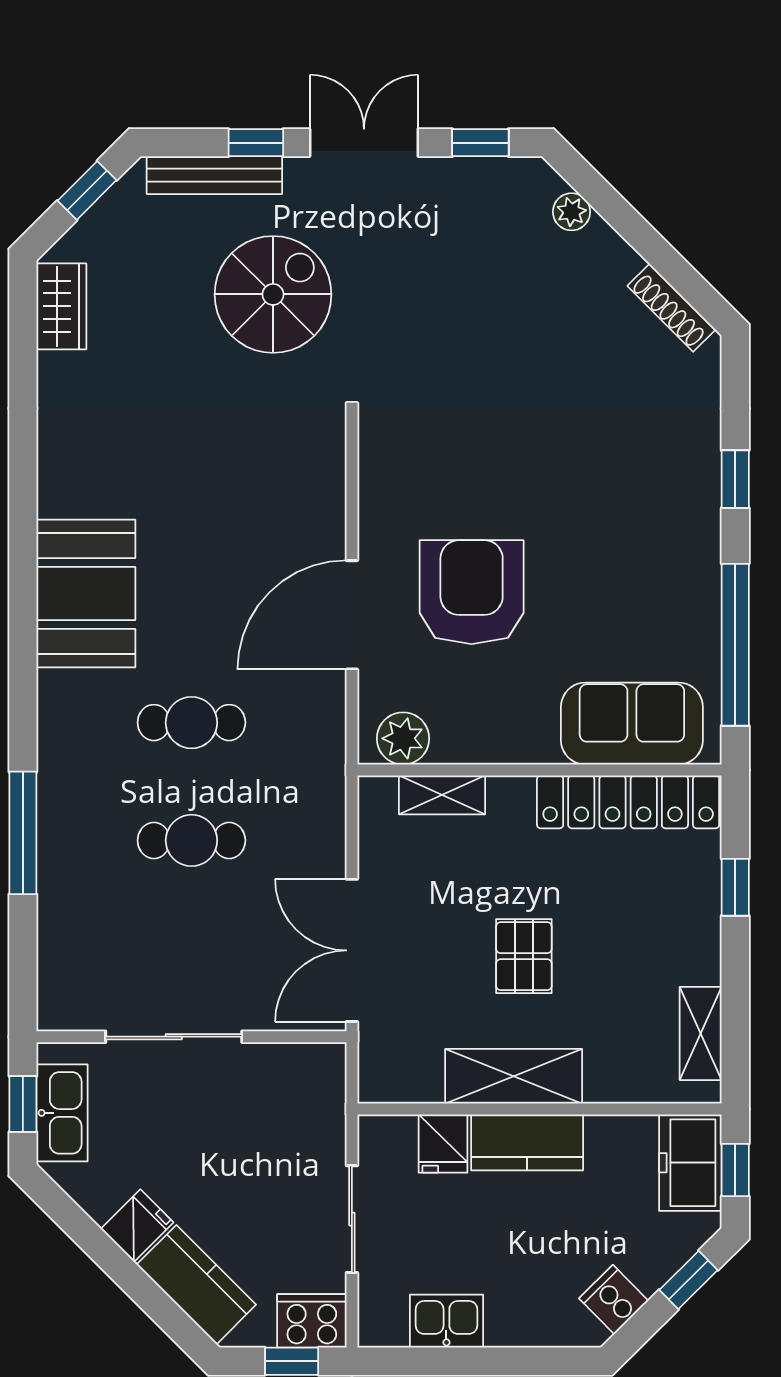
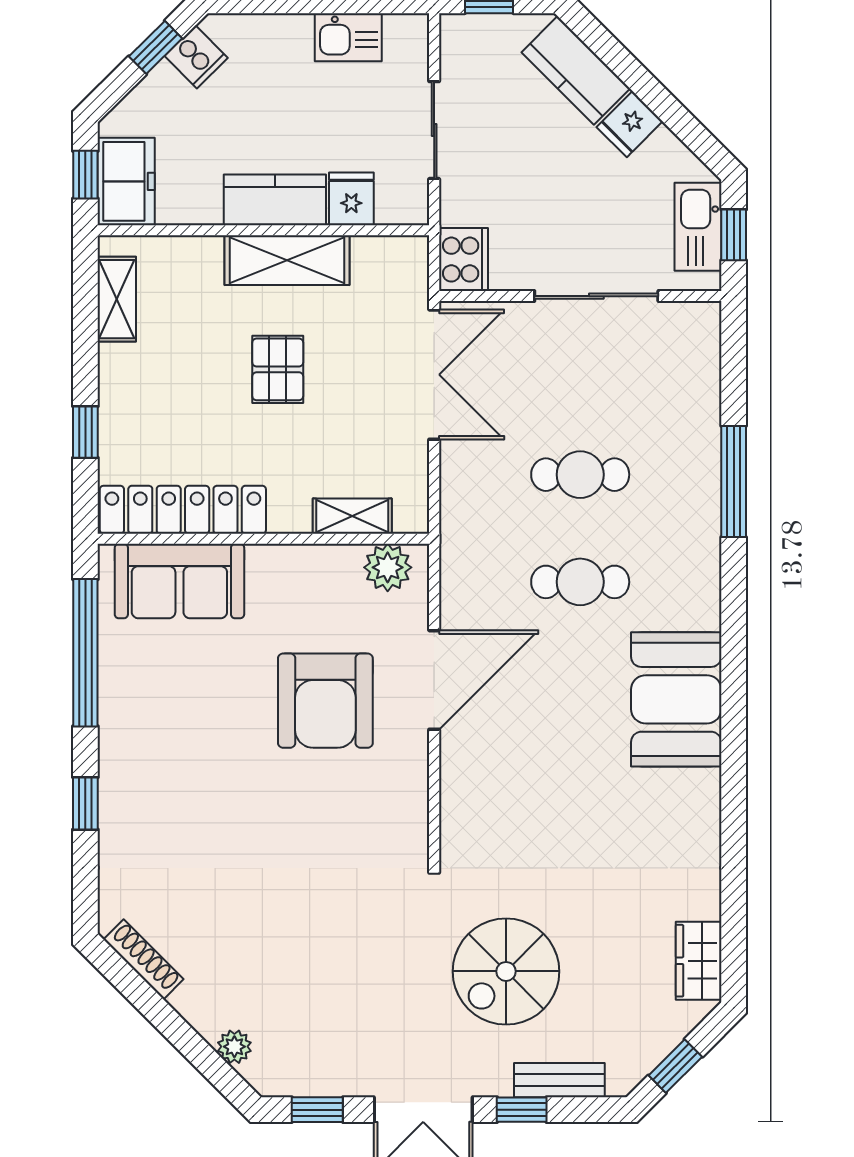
bench: (214, 175) -> (559, 1080), width x0.73
window: (689, 1280) -> (156, 47), moved
cooker: (312, 1321) -> (464, 260), moved, turned -90

